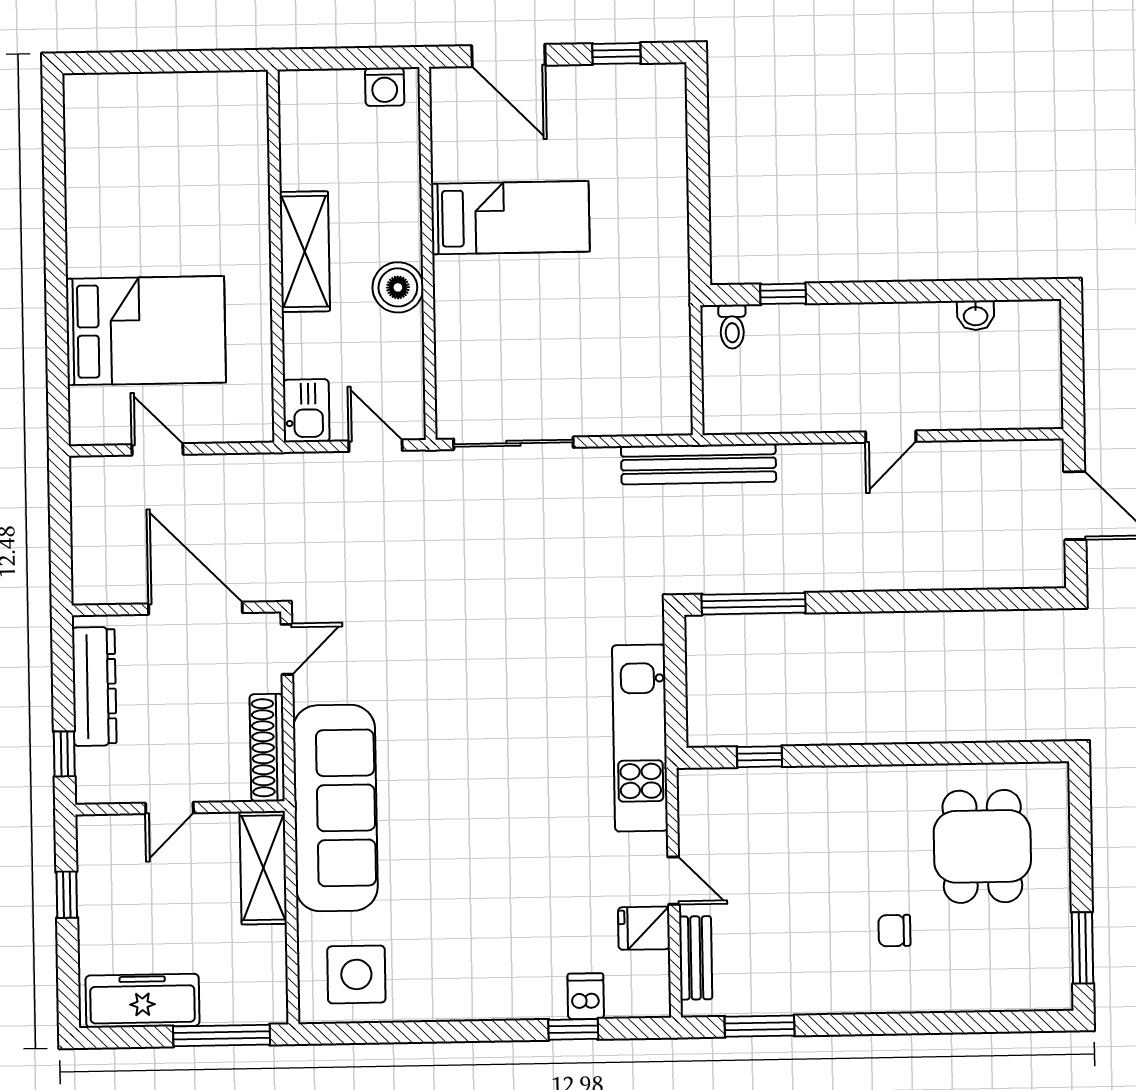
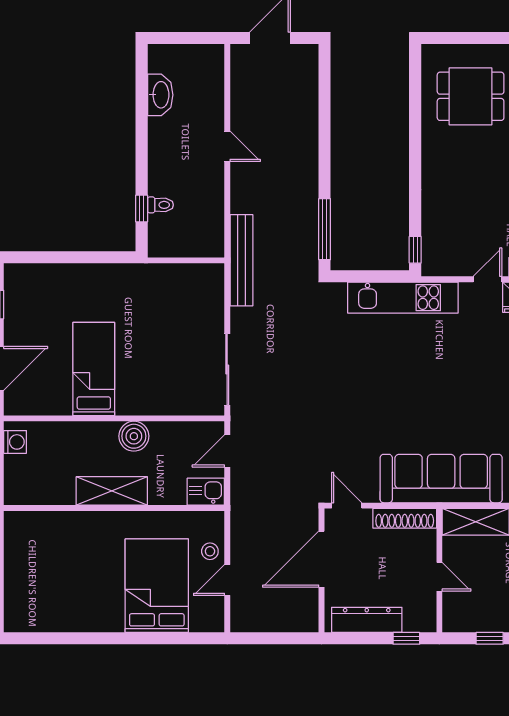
washbasin: (976, 315) -> (160, 95), width x1.91, depth x1.45
toilet: (732, 327) -> (161, 205), moved
stool: (206, 419) -> (210, 551), added
window: (760, 757) -> (415, 250), moved

